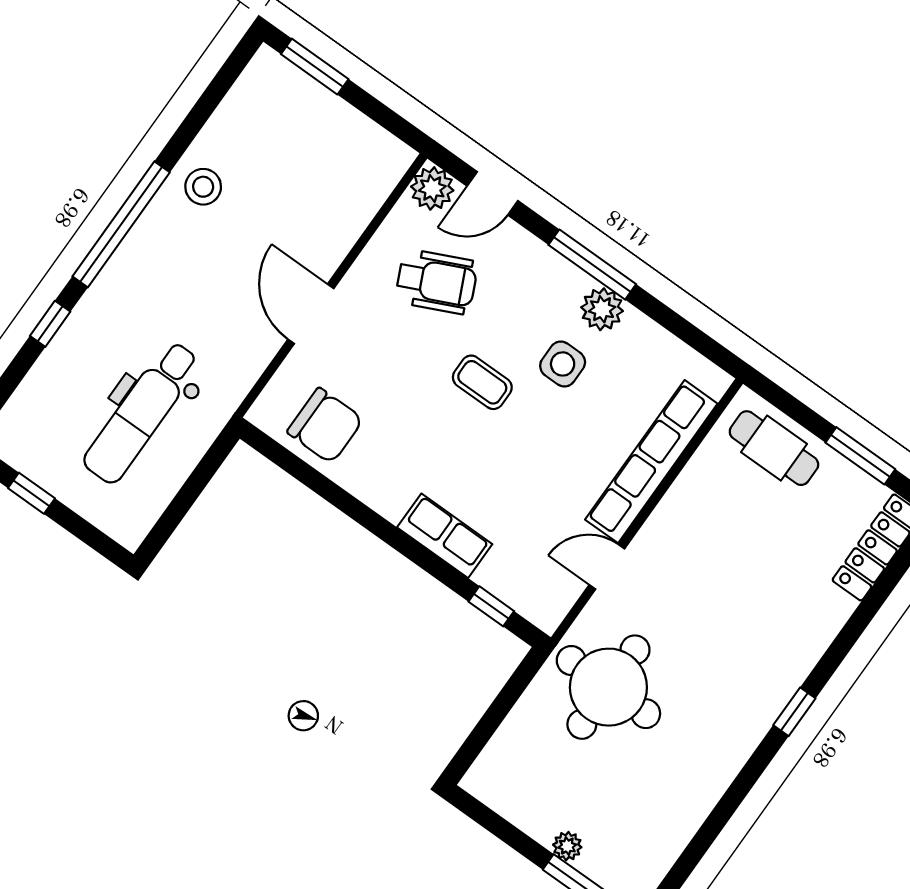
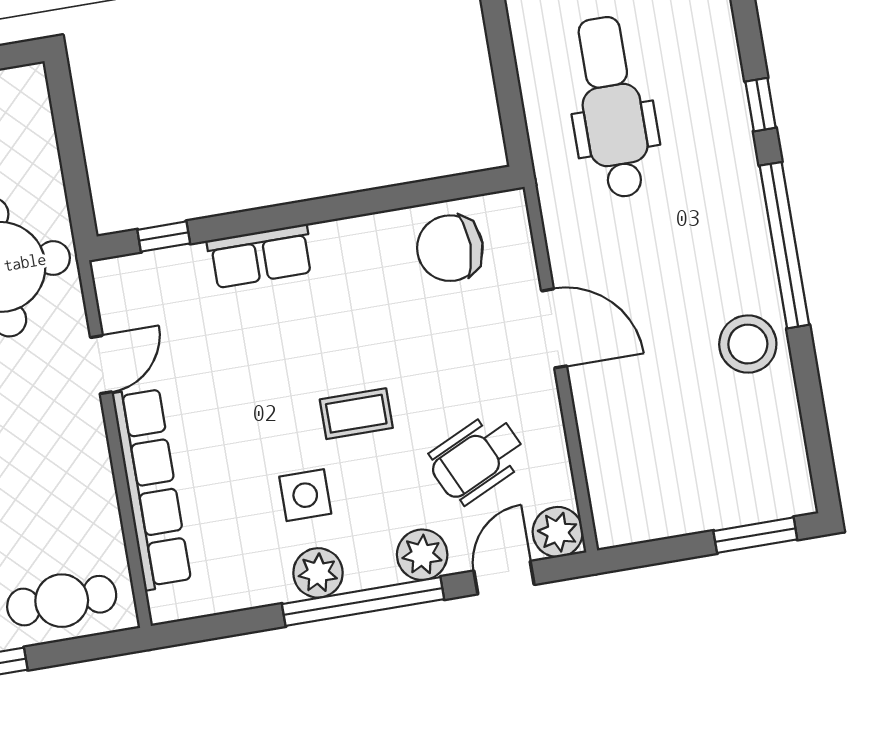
stool: (203, 187) -> (748, 344), width x1.38, depth x1.38
plant: (528, 257) -> (422, 555), added
window: (592, 265) -> (363, 602), width x1.46

